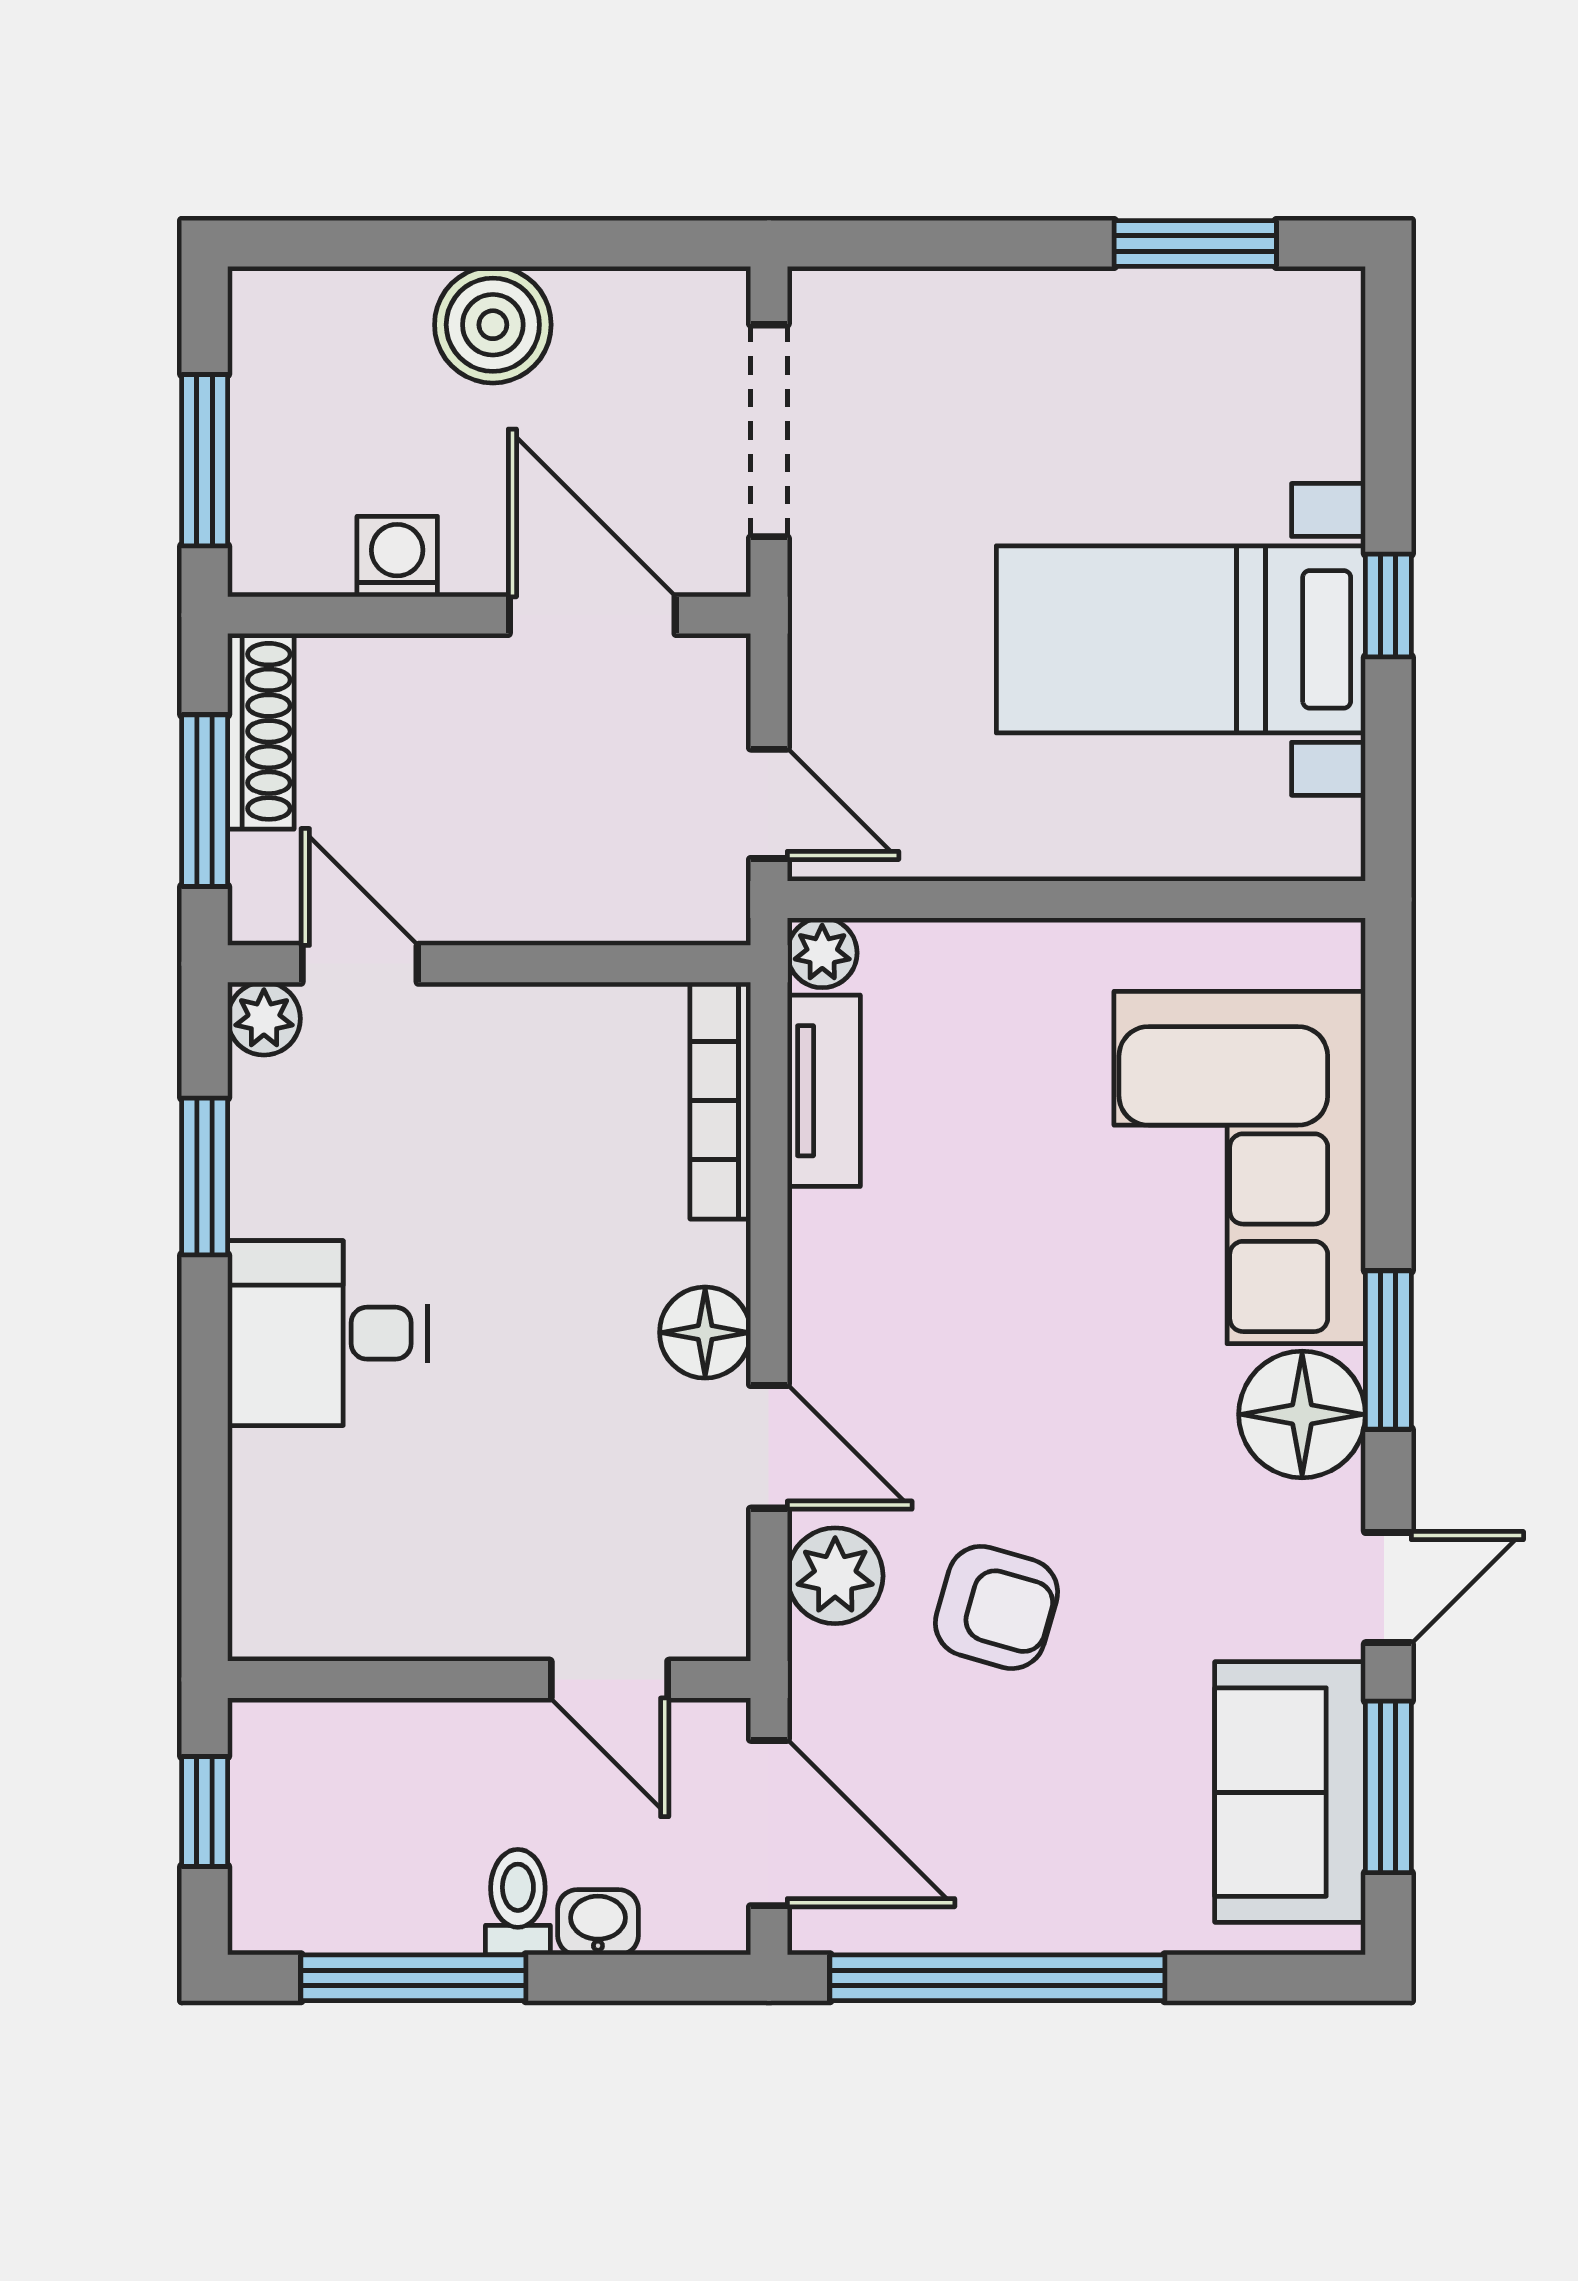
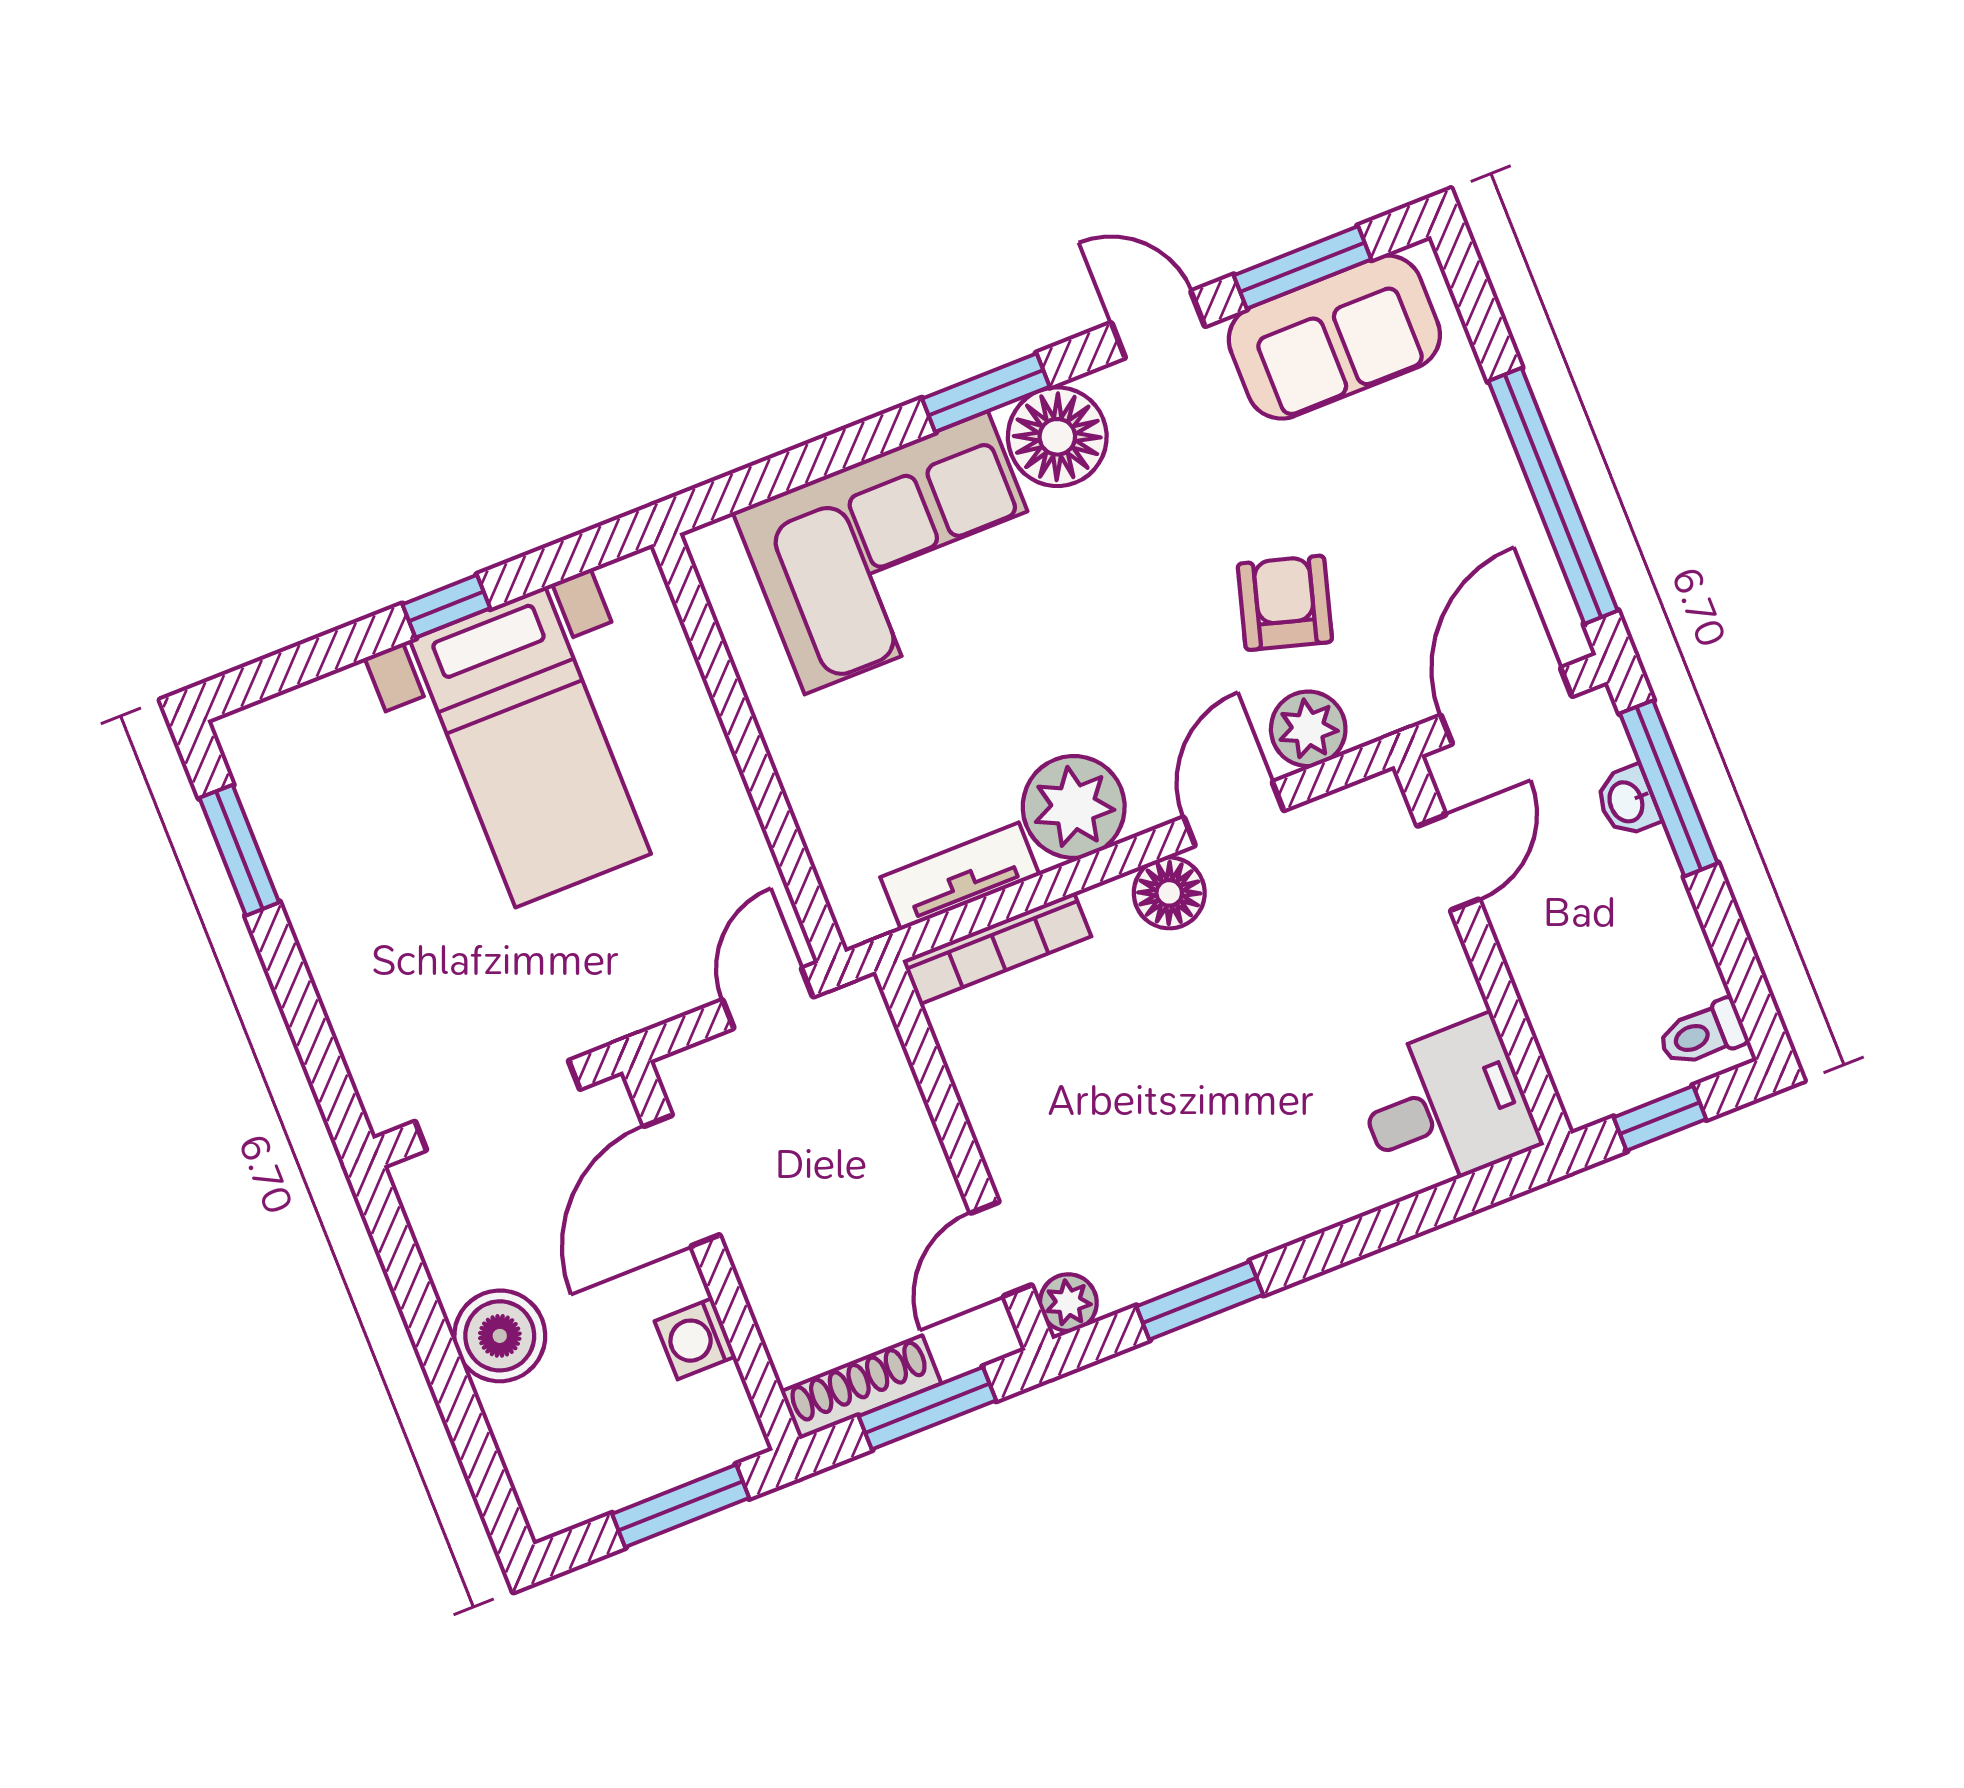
plant: (822, 953) -> (1074, 807), moved, width x1.88, depth x1.88
desk: (327, 1333) -> (1446, 1106), moved, turned -90
toilet: (518, 1902) -> (1702, 1034), moved
window: (413, 1978) -> (1669, 788), moved

